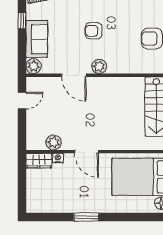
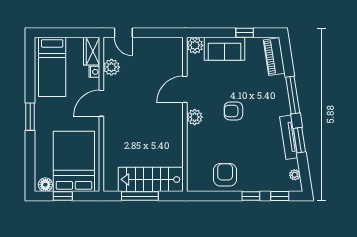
armchair: (94, 31) -> (233, 111), turned -90
door: (22, 101) -> (123, 33), moved
bed: (53, 197) -> (52, 67), added
window: (86, 217) -> (30, 117), moved

